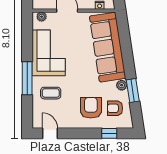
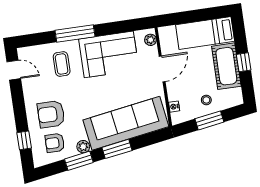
window: (128, 58) -> (117, 149), added
armchair: (91, 108) -> (51, 114), turned 180
armchair: (115, 108) -> (55, 143), turned -90
door: (50, 133) -> (14, 70), hinge flipped

